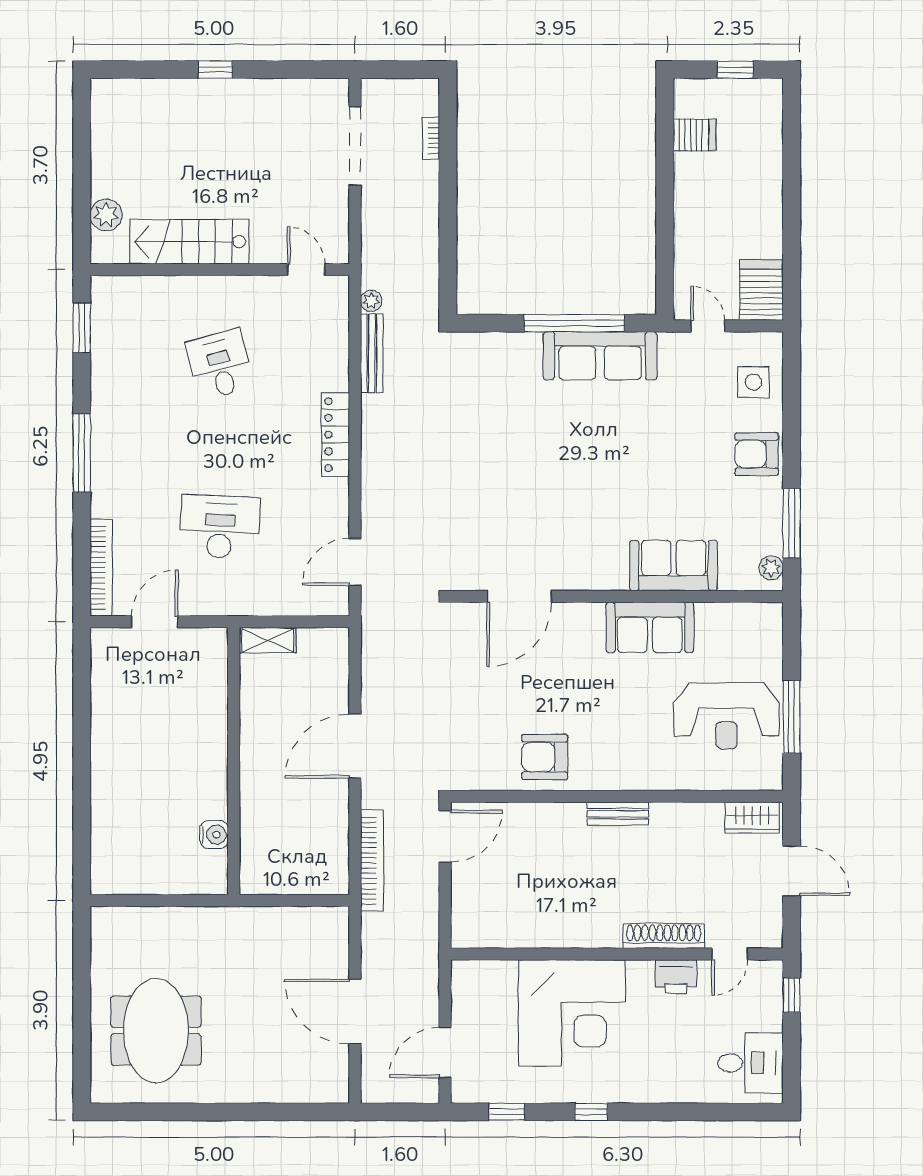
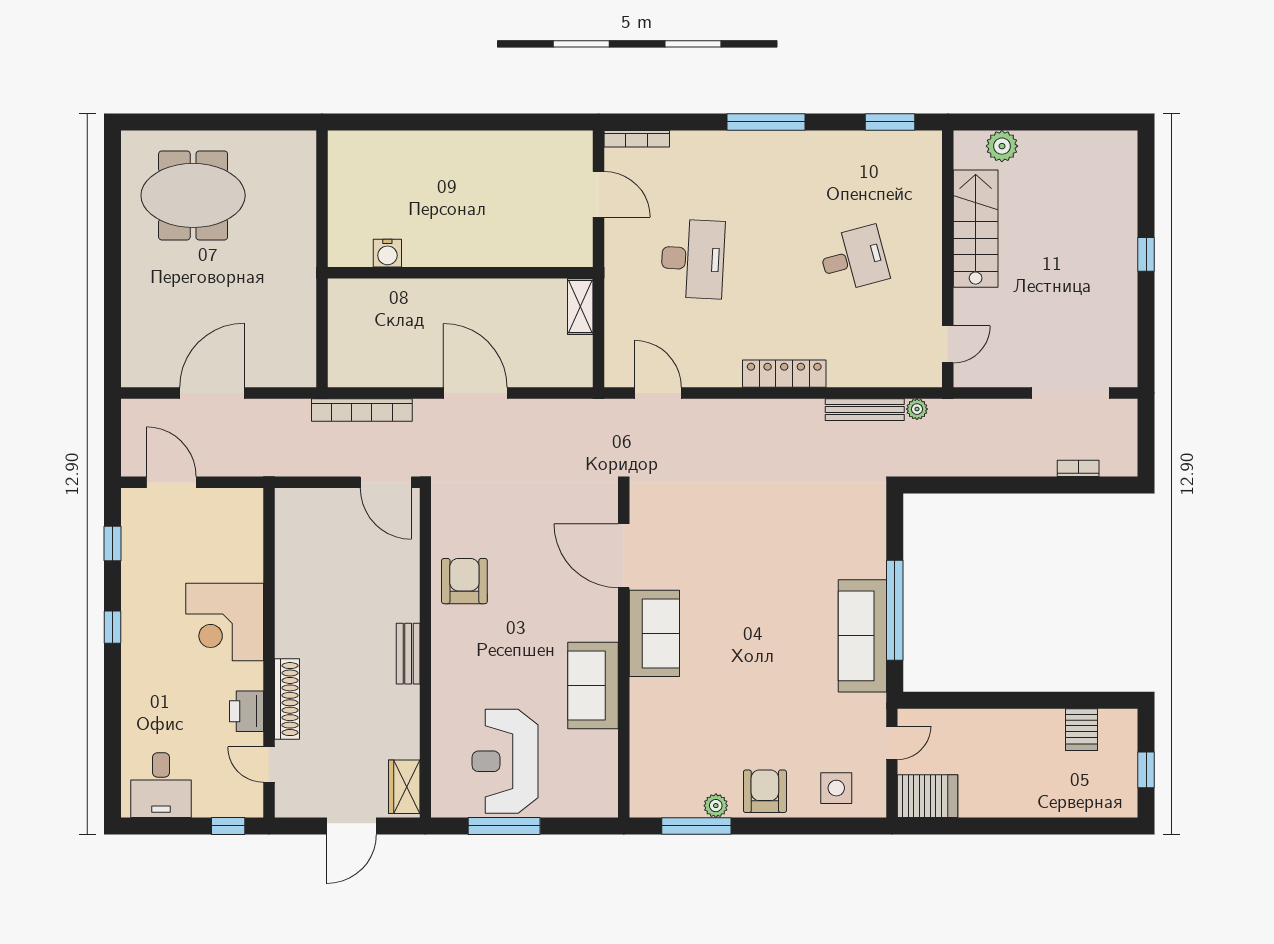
sofa: (674, 566) -> (654, 633), moved
bookcase: (101, 567) -> (637, 139), width x0.68, depth x0.76
plant: (771, 568) -> (716, 806), moved
corner desk: (572, 1013) -> (225, 622), width x0.74, depth x0.74

